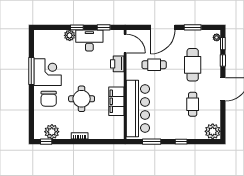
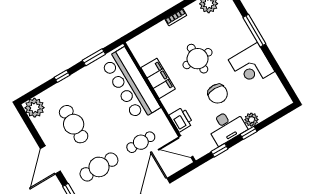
cafe table: (193, 65) -> (99, 167), turned 90
window: (31, 71) -> (254, 31), moved
chair: (49, 99) -> (218, 94), moved, turned 180
cafe table: (193, 104) -> (74, 124), width x1.37, depth x1.35

